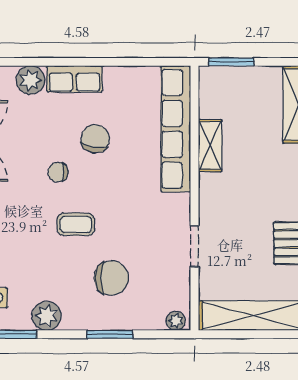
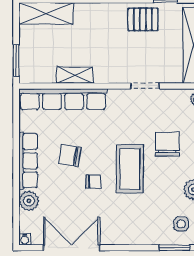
row of seats: (74, 79) -> (28, 161), width x1.48
chair: (58, 172) -> (93, 182), turned -90
coffee table: (76, 224) -> (130, 169), width x1.86, depth x1.72

